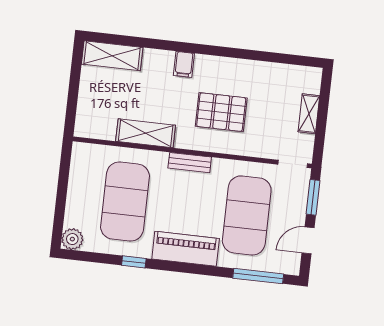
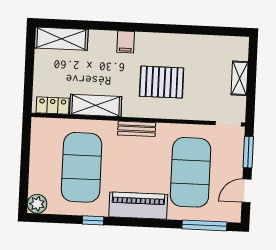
locker: (97, 130) -> (53, 106), added

